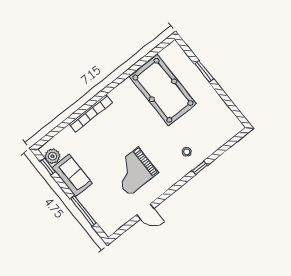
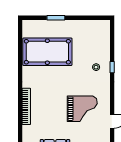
grand piano: (134, 171) -> (82, 109), turned -90

